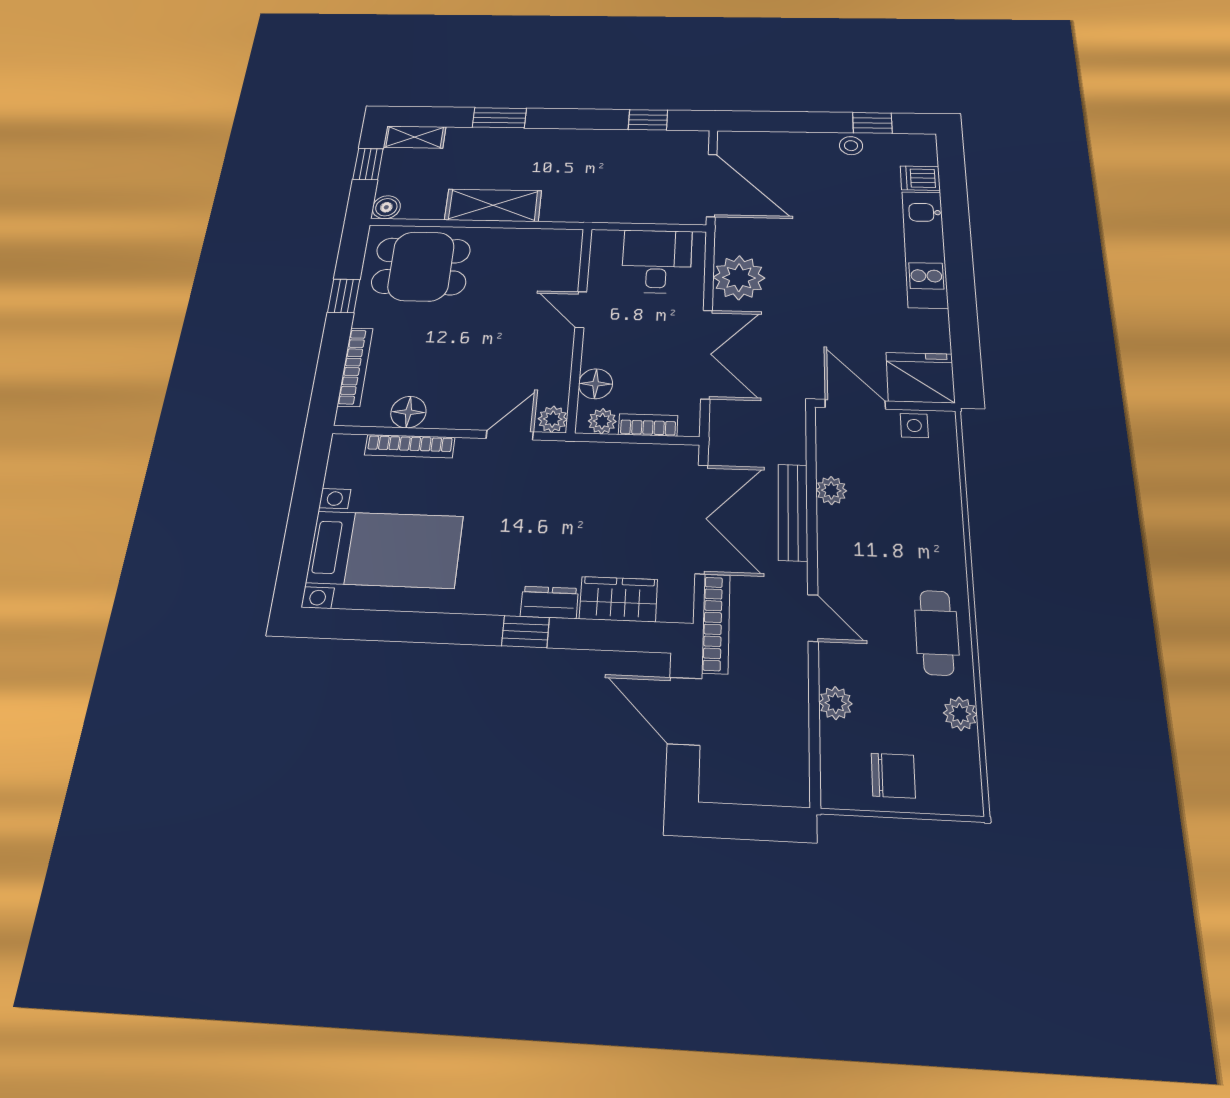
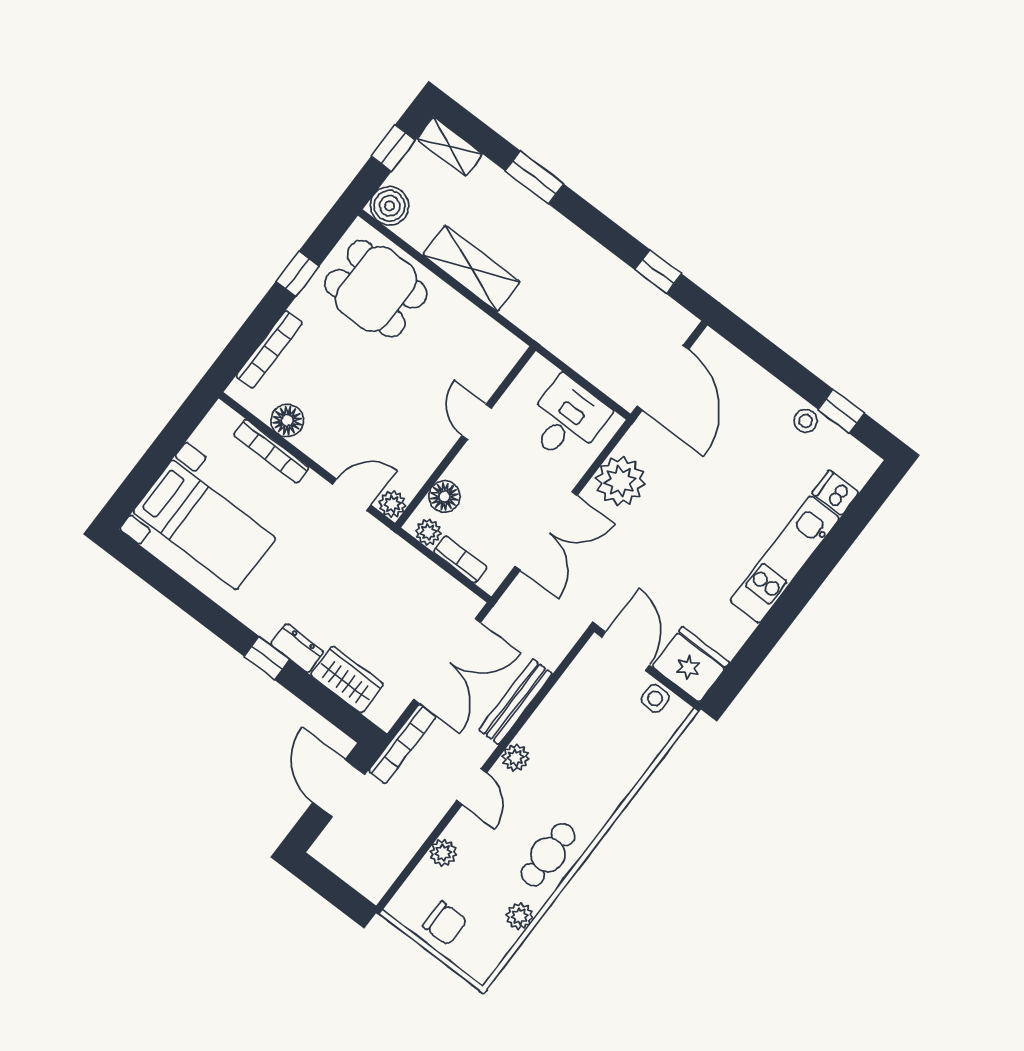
boiler: (386, 207) -> (390, 206), width x1.36, depth x1.36
plant: (831, 490) -> (515, 758), moved

